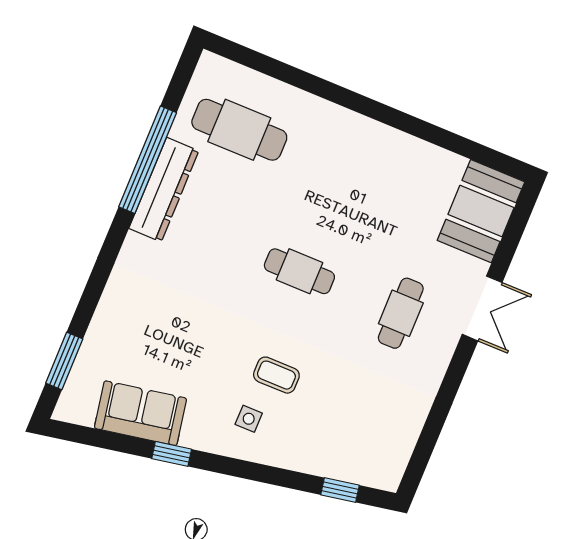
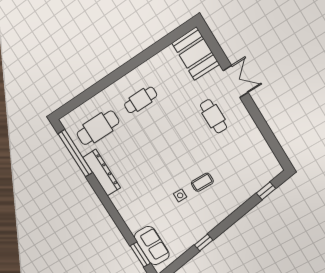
window: (148, 160) -> (75, 153), moved
cafe table: (299, 271) -> (141, 100), moved
sofa: (140, 413) -> (152, 246), moved, turned 100
side table: (249, 419) -> (180, 195), moved

